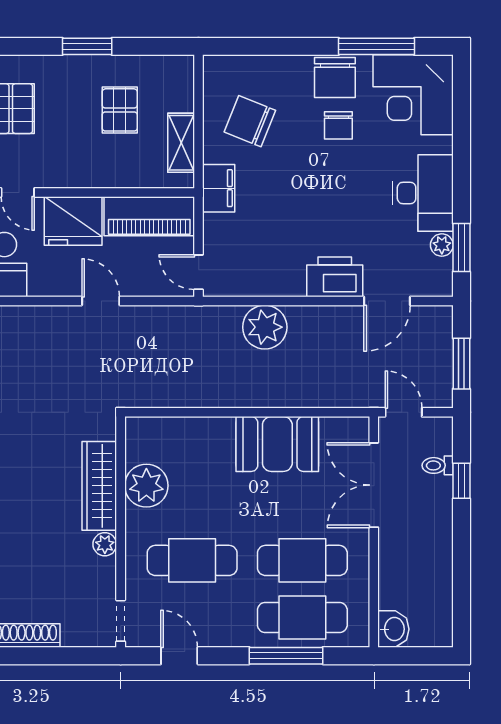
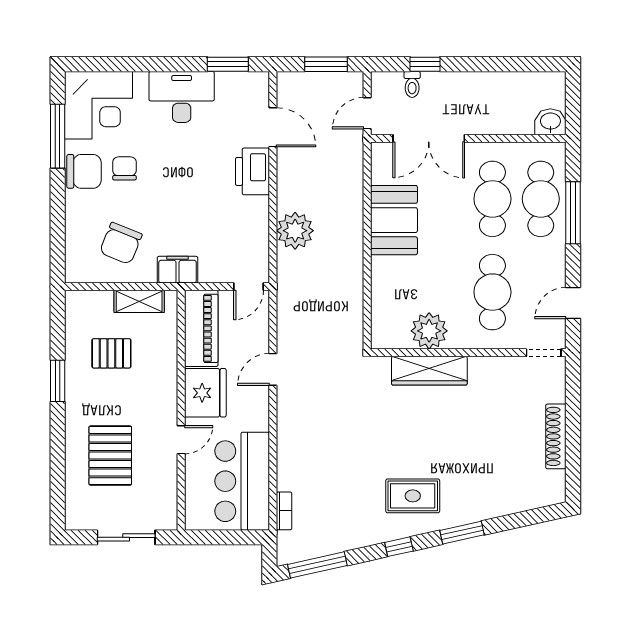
chair: (338, 125) -> (124, 168), turned -90
plant: (442, 245) -> (226, 81), removed
plant: (105, 544) -> (479, 366), removed

